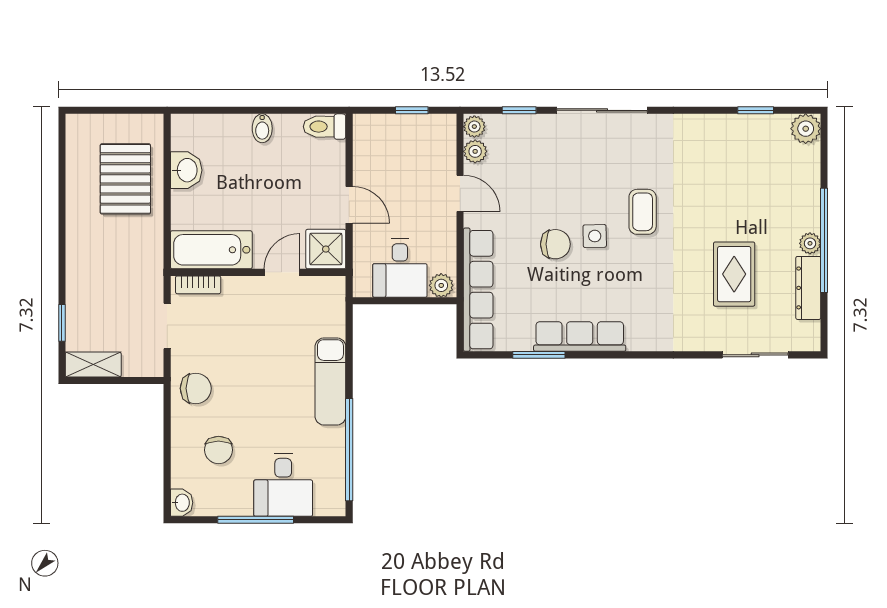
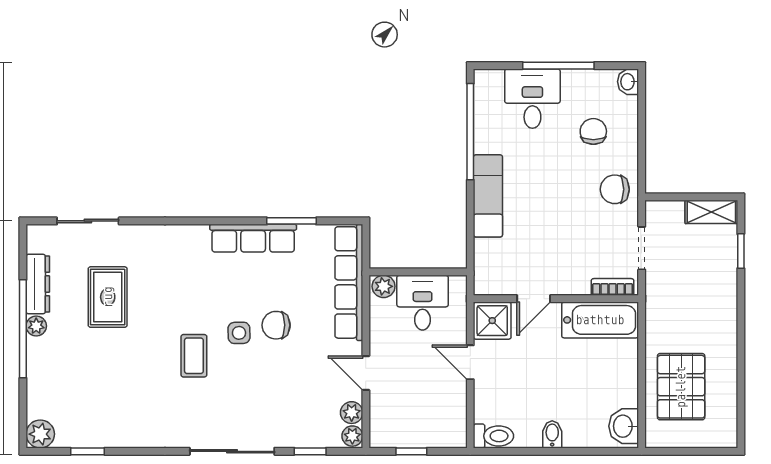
washbasin: (186, 170) -> (624, 426), moved

